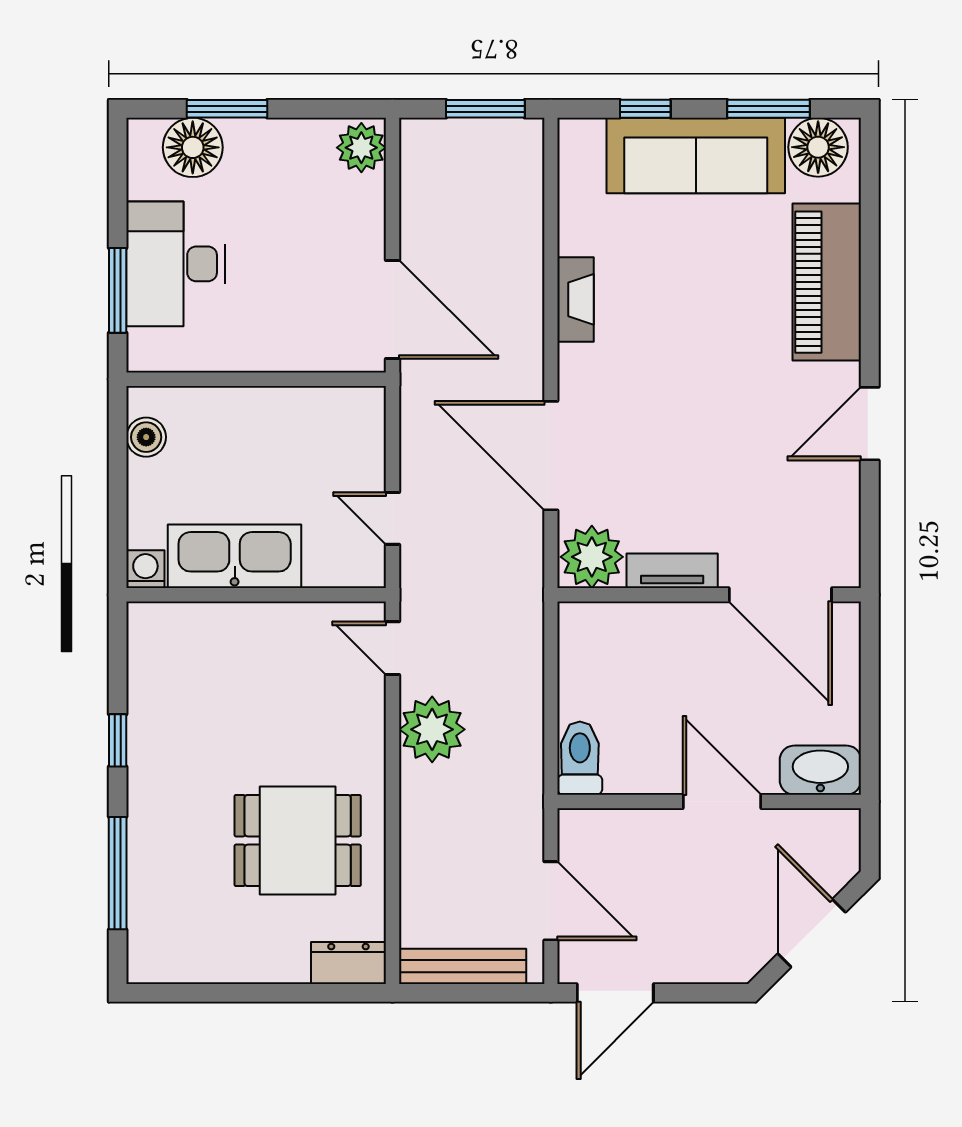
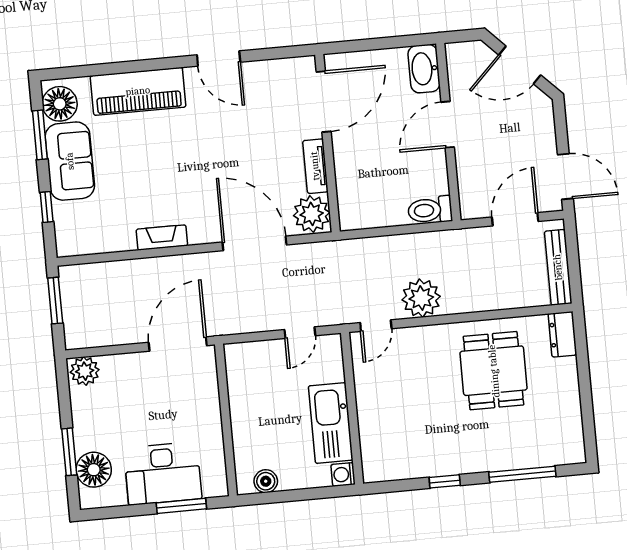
sofa: (696, 155) -> (70, 161), width x0.73
door: (551, 456) -> (255, 243), swing flipped

